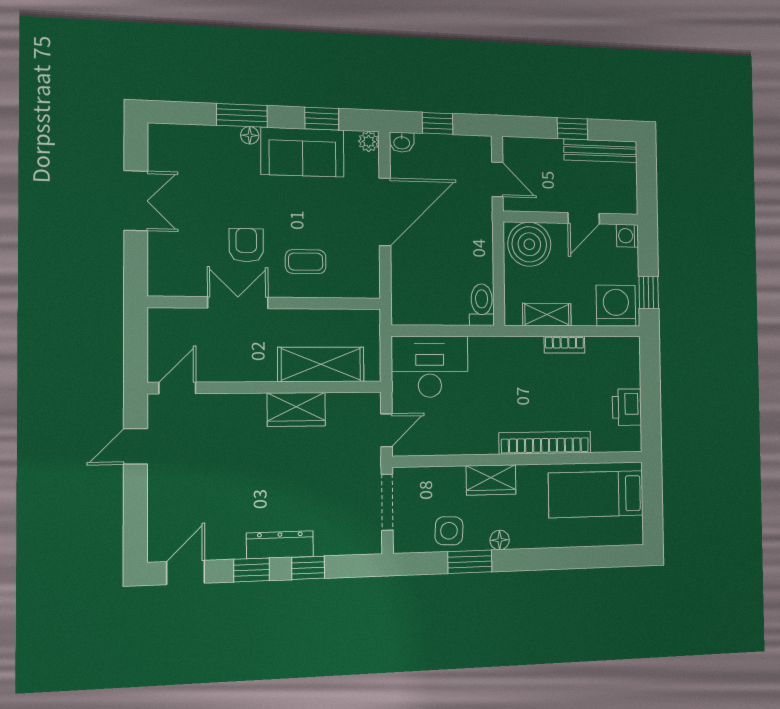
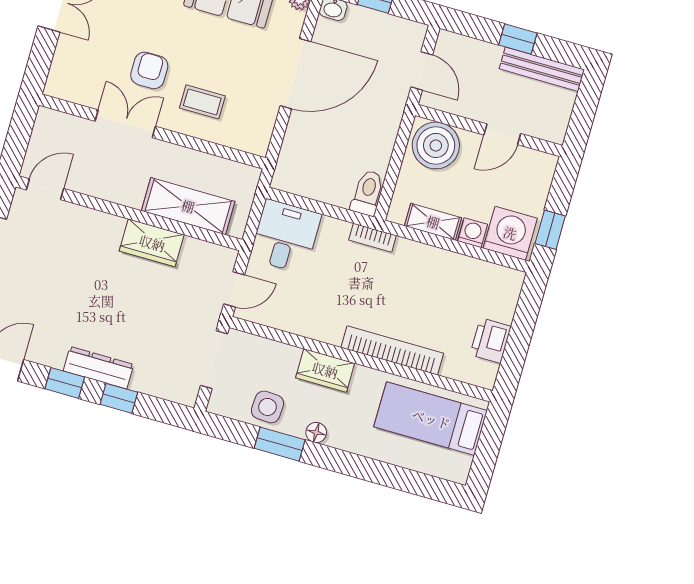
washing machine: (627, 236) -> (472, 233), moved, turned 90
bookcase: (564, 345) -> (373, 238), moved
desk: (430, 367) -> (285, 236), width x0.73

